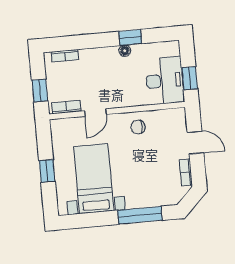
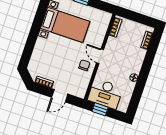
window: (130, 37) -> (140, 84), removed
window: (40, 90) -> (132, 16), removed
door: (96, 113) -> (100, 56), moved
window: (140, 215) -> (31, 43), removed

